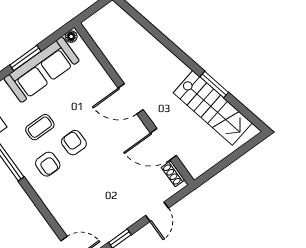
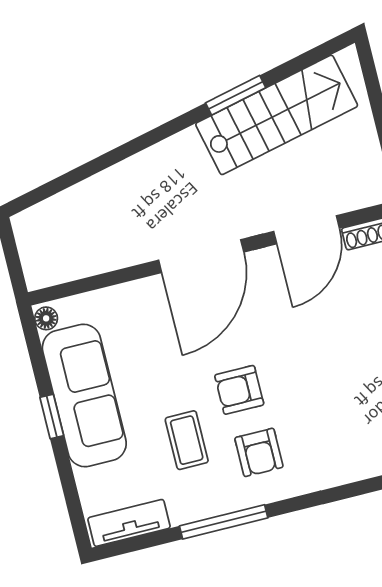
window: (25, 58) -> (52, 416), width x0.67
door: (131, 99) -> (201, 256), width x1.36
armchair: (48, 164) -> (259, 452), turned 90

